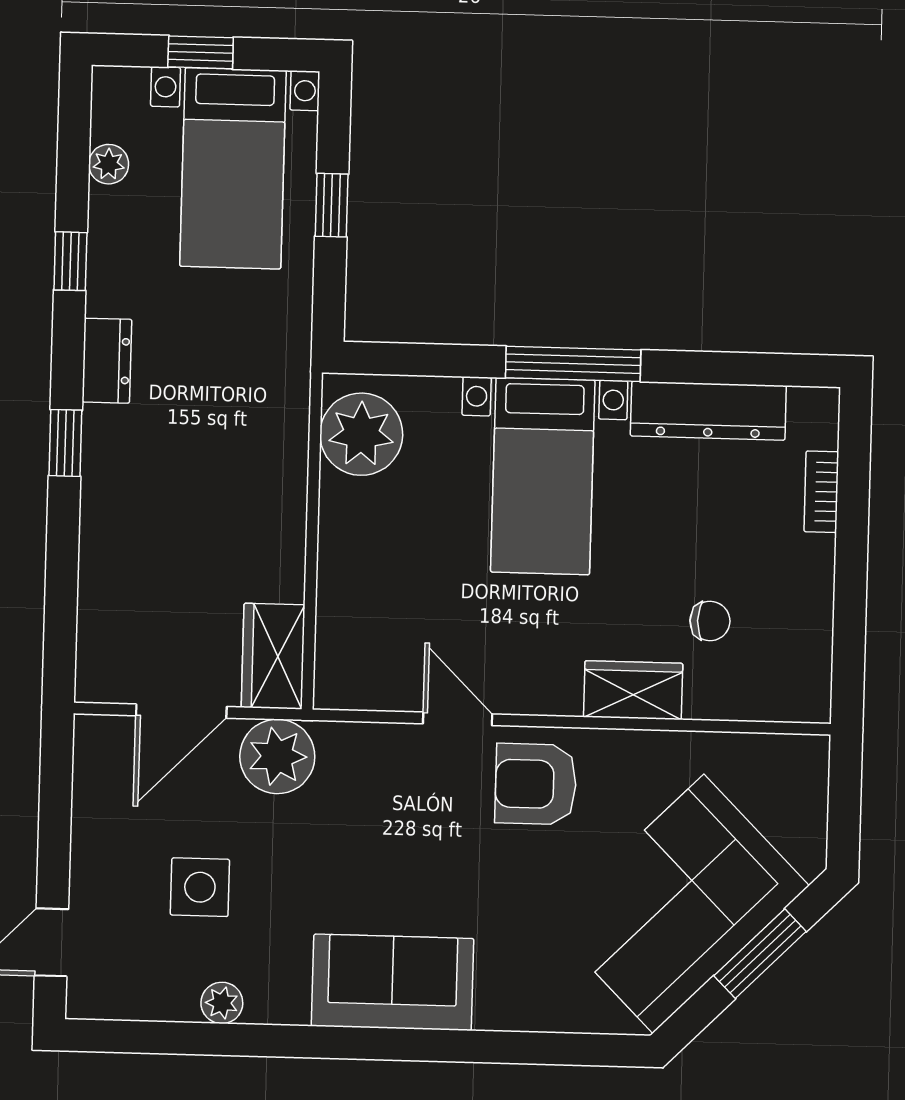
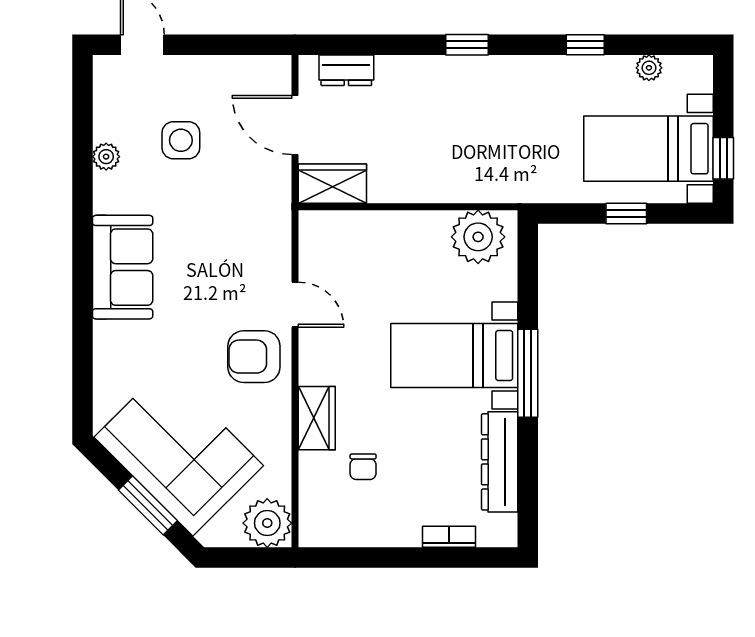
window: (201, 52) -> (723, 158), moved
dresser: (107, 361) -> (346, 70), moved
door: (458, 719) -> (295, 305), hinge flipped
plant: (277, 756) -> (267, 523), moved
armchair: (536, 784) -> (254, 357), turned -90

